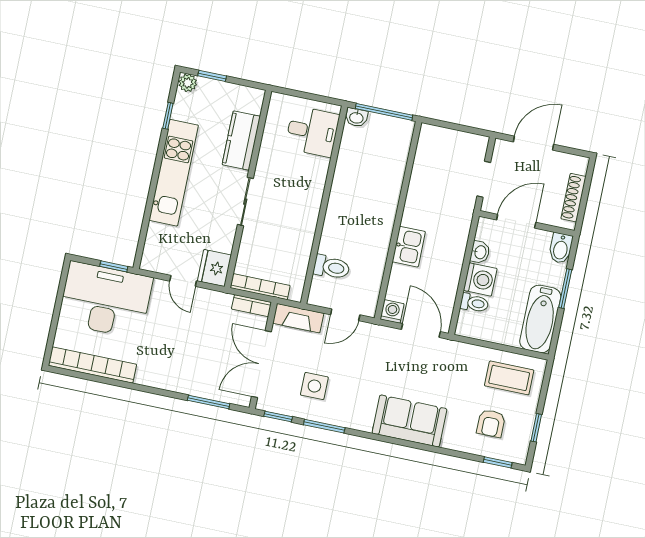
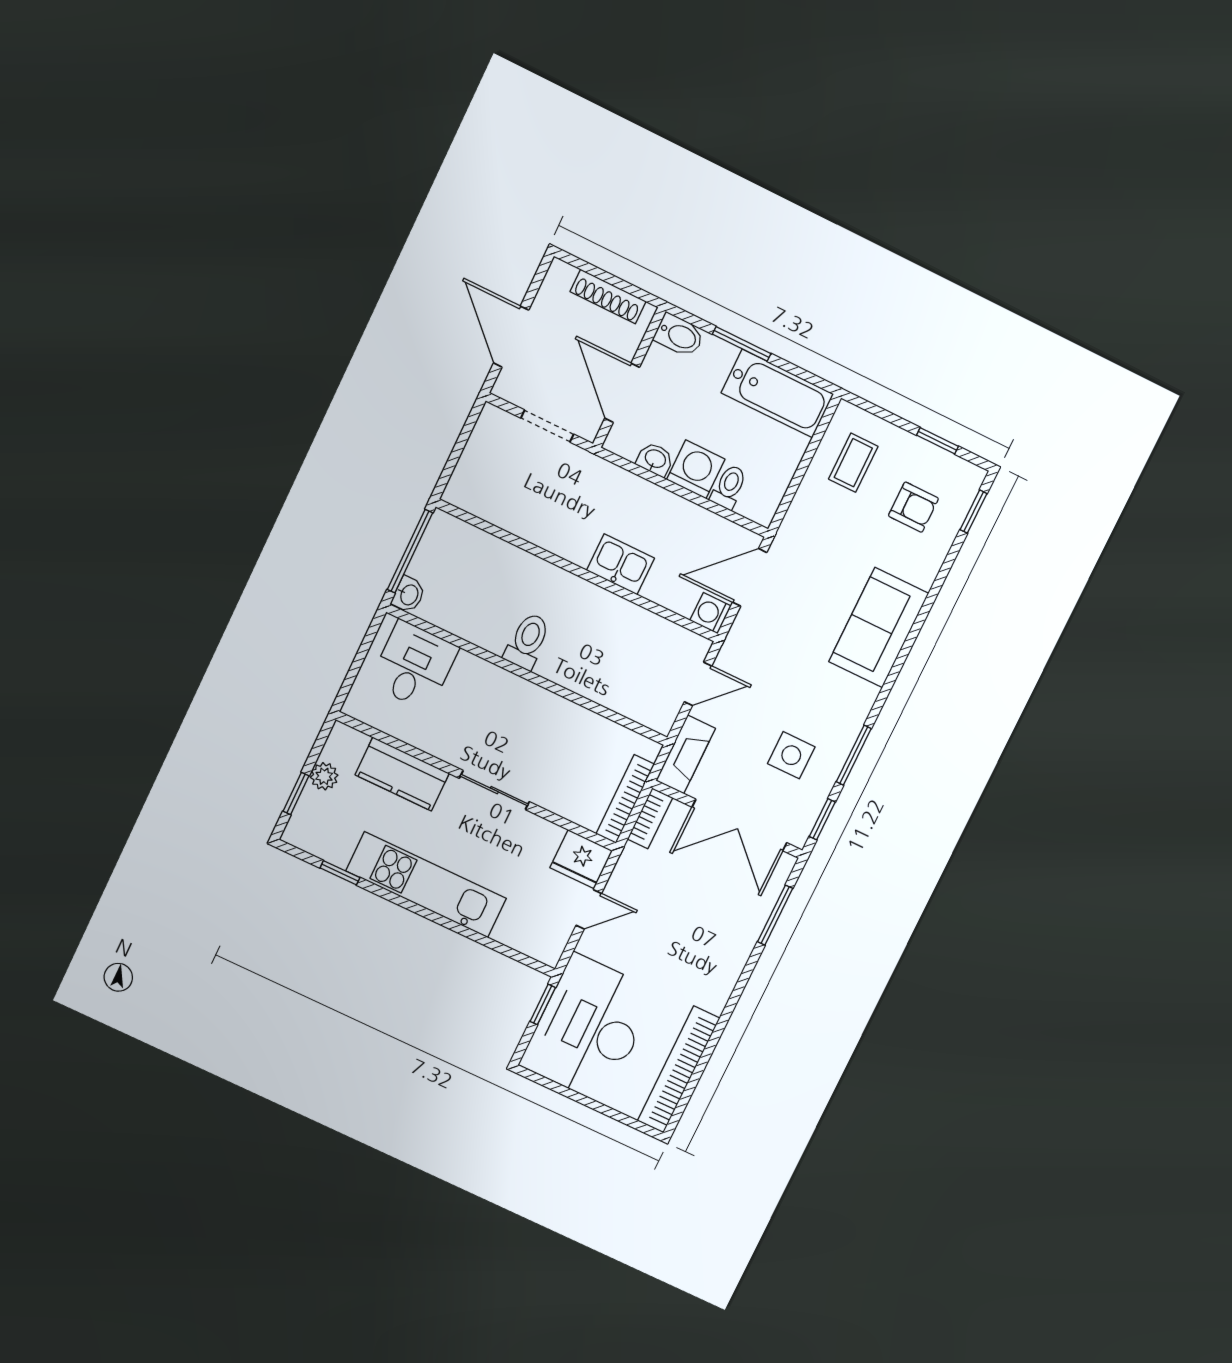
plant: (188, 83) -> (324, 776), moved
toilet: (331, 267) -> (527, 641), moved
door: (345, 315) -> (698, 684), hinge flipped
coffee table: (509, 378) -> (853, 463), width x0.73, depth x0.77

